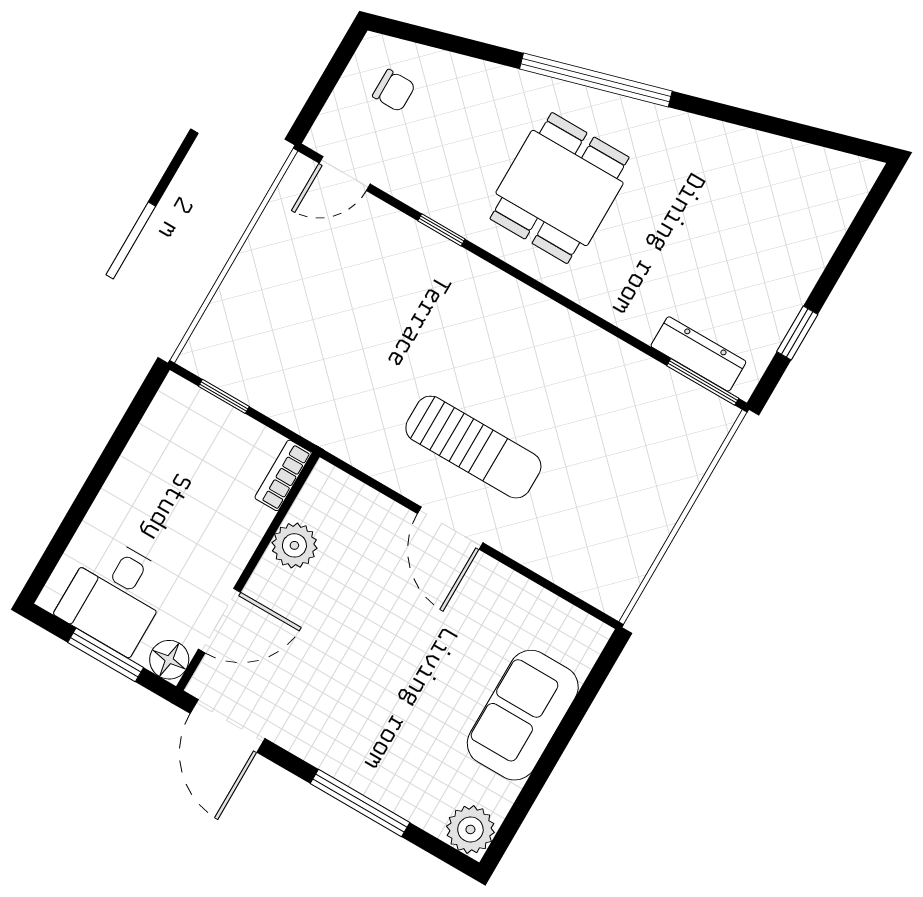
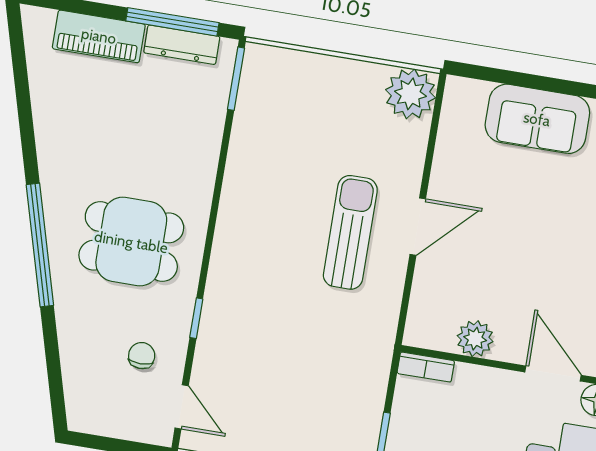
chair: (394, 91) -> (142, 356), moved
piano: (813, 241) -> (99, 36), added
window: (797, 333) -> (172, 22), width x2.17
dresser: (698, 354) -> (182, 45), moved, turned -90
plant: (608, 578) -> (411, 94), added

